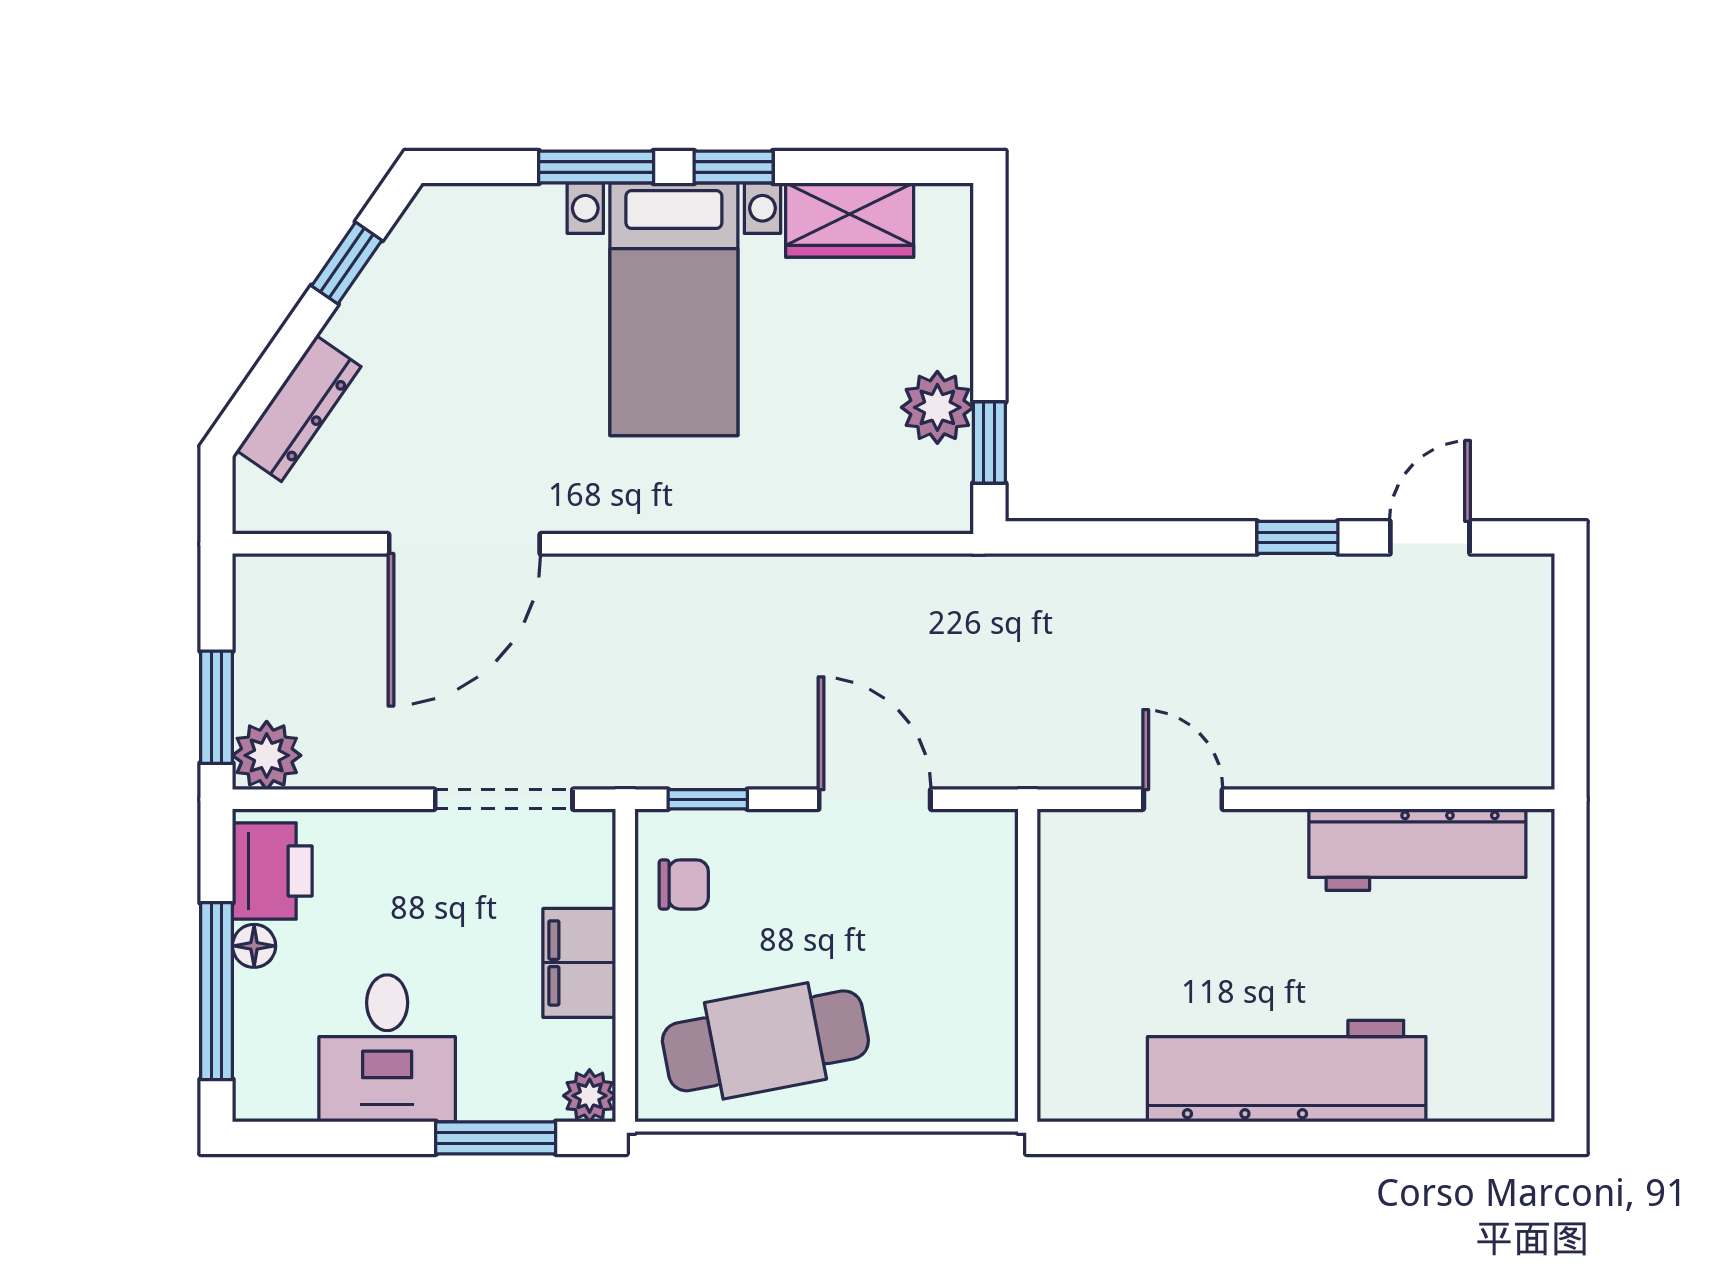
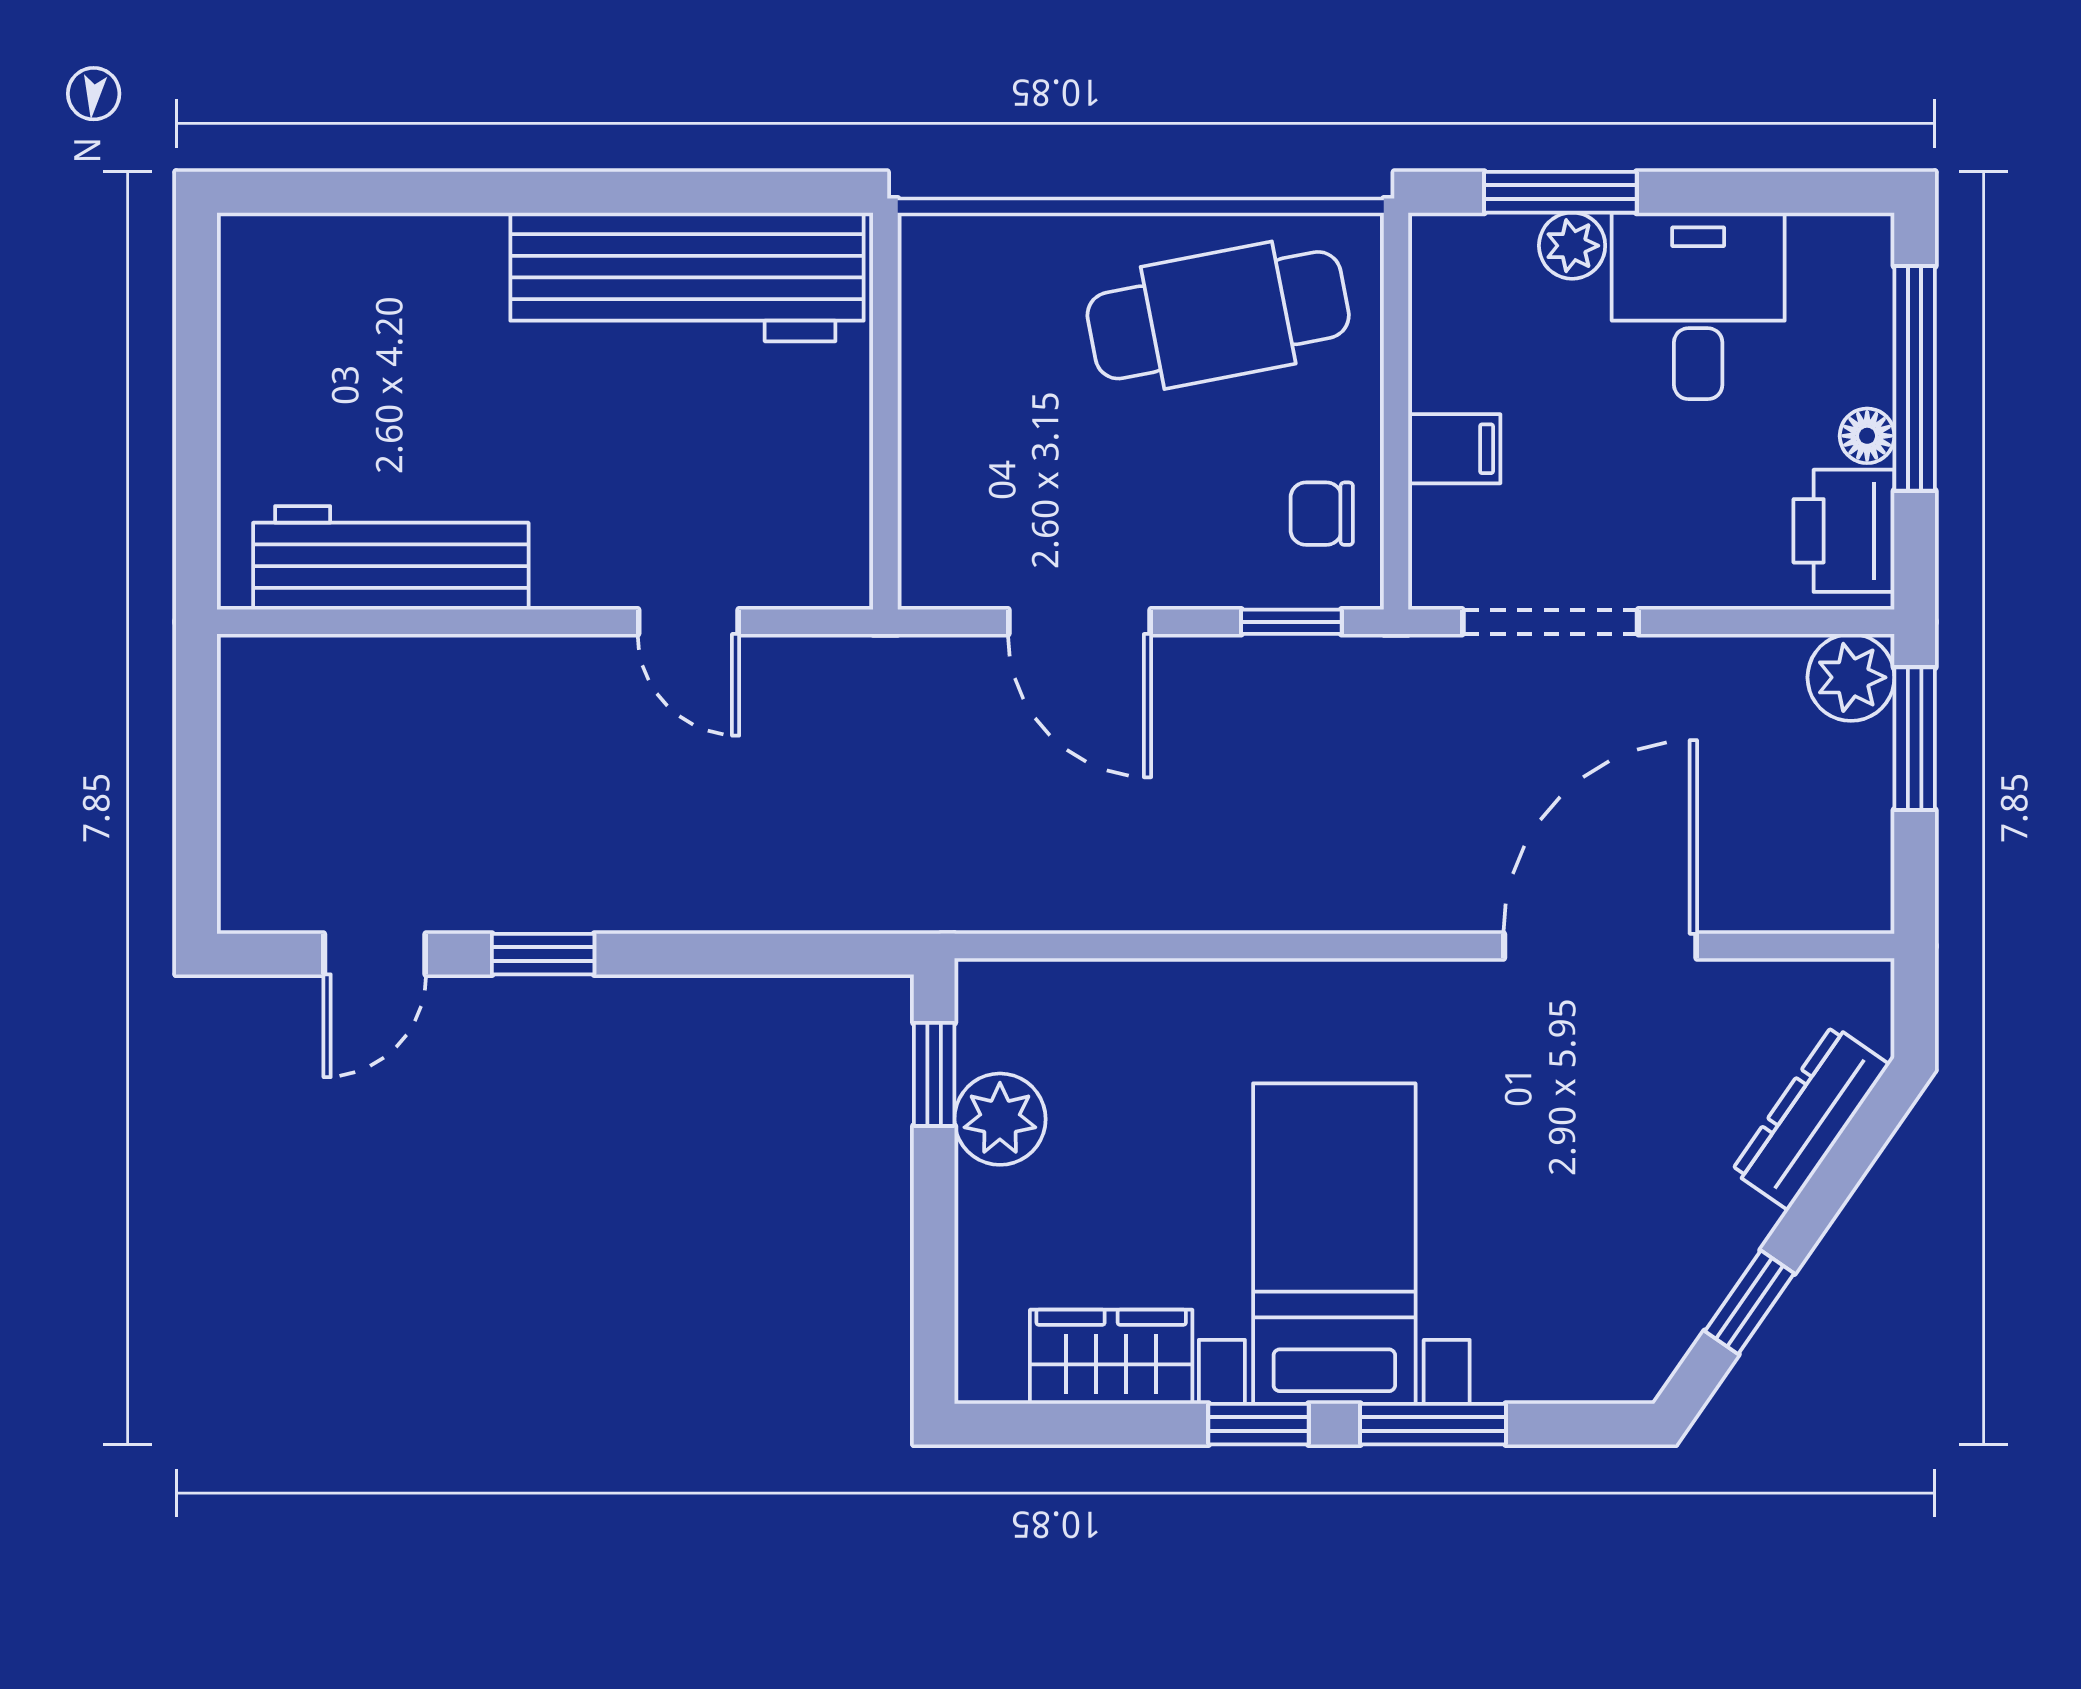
filing cabinet: (579, 963) -> (1454, 449), width x0.50
workbench: (1287, 1071) -> (687, 277), moved
plant: (590, 1096) -> (1572, 246), moved

